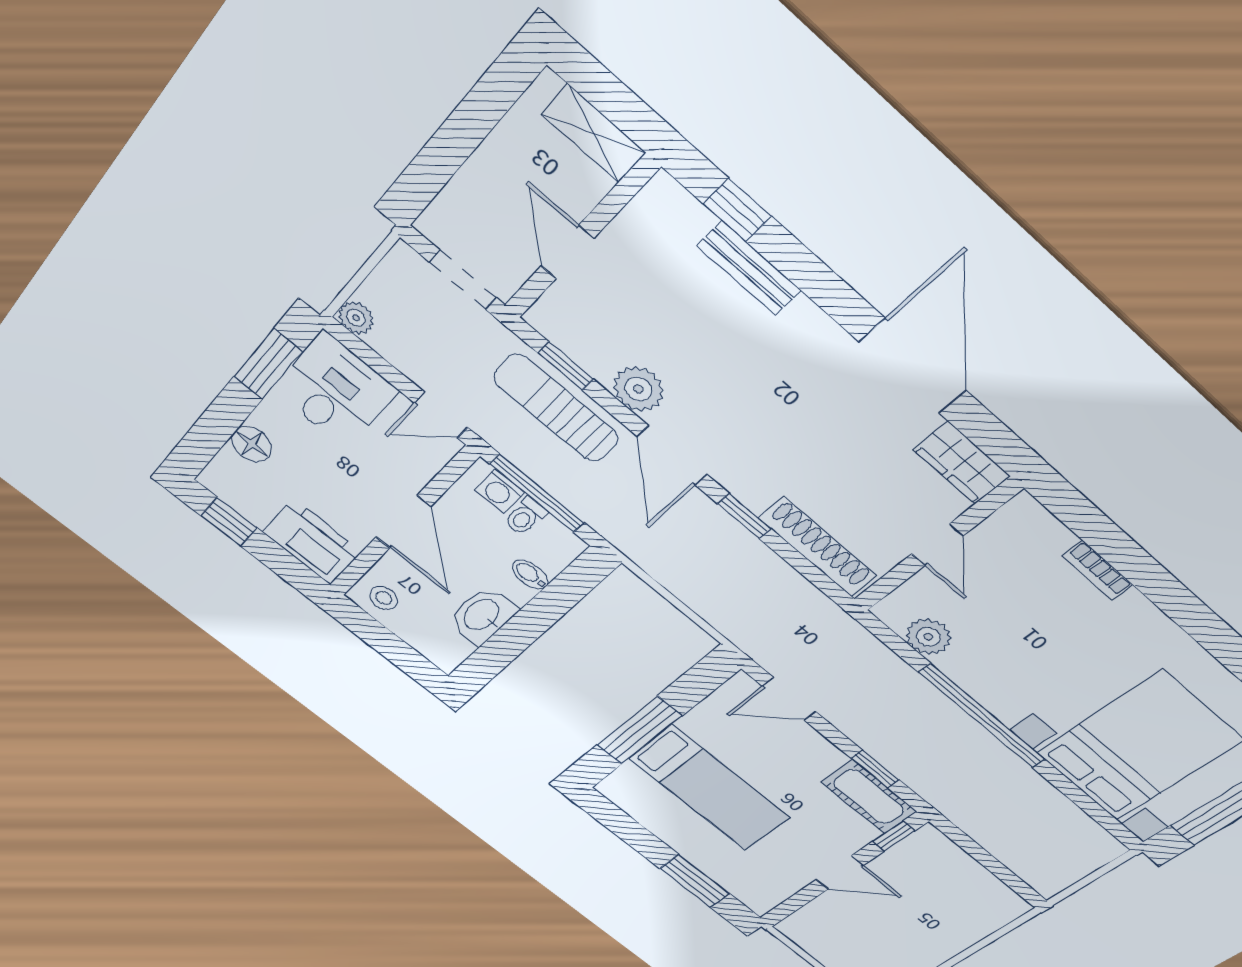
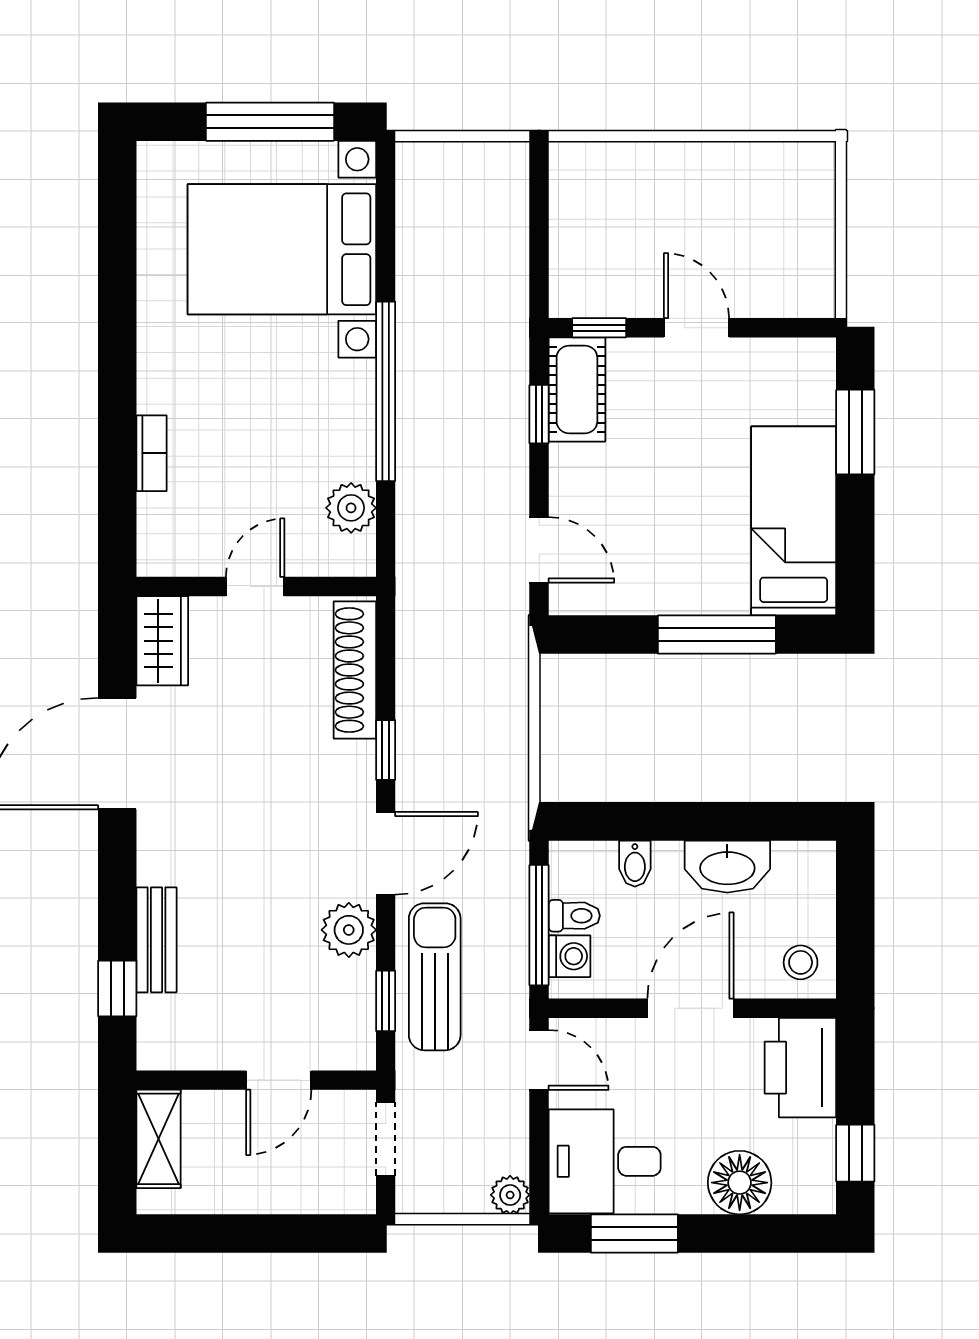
sun lounger: (556, 408) -> (435, 977), turned 180
floor lamp: (252, 444) -> (740, 1183), width x1.38, depth x1.38
bed: (709, 788) -> (794, 521), moved

